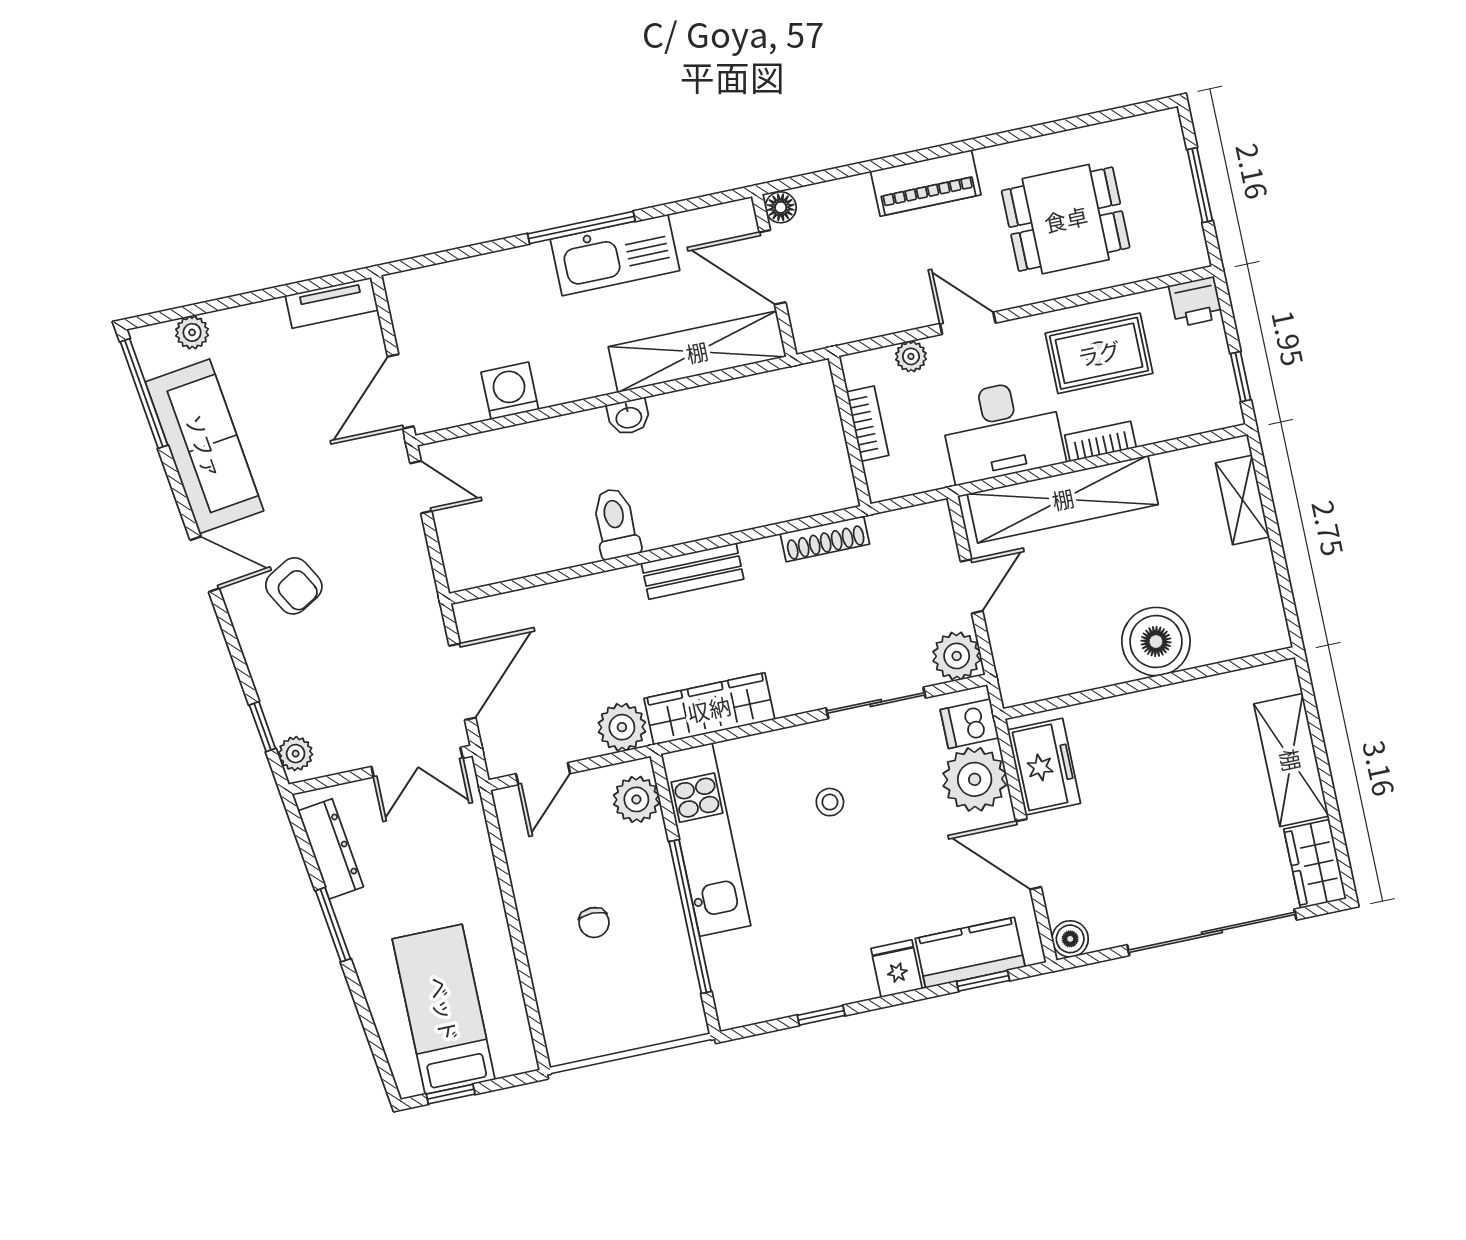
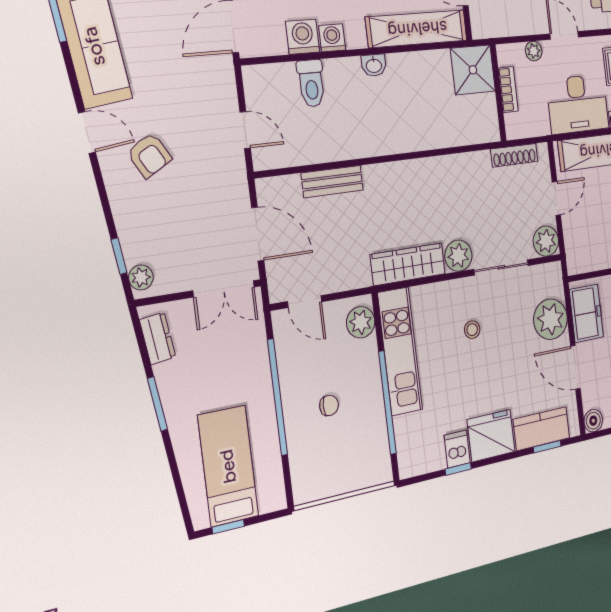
washing machine: (557, 385) -> (332, 38), added
shower: (801, 401) -> (473, 70), added
door: (421, 487) -> (245, 130), moved
toilet: (616, 523) -> (311, 83), moved, turned 180
shoe rack: (825, 539) -> (514, 155), moved
bench: (692, 571) -> (332, 182), moved
door: (462, 682) -> (258, 234), hinge flipped
dishwasher: (969, 724) -> (457, 449), moved, turned 90
plant: (622, 727) -> (458, 256), moved
door: (543, 774) -> (305, 302), hinge flipped
dresser: (331, 849) -> (158, 338), width x0.70
window: (511, 912) -> (277, 397), added
chair: (594, 922) -> (329, 405), turned -90
fridge: (897, 969) -> (491, 436), width x1.88, depth x1.34

